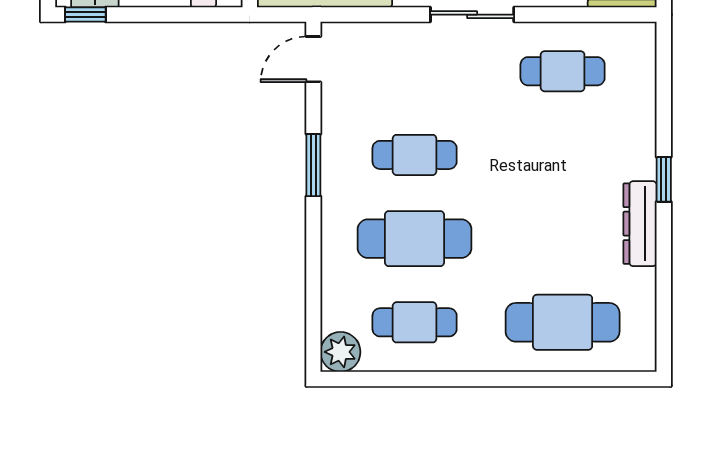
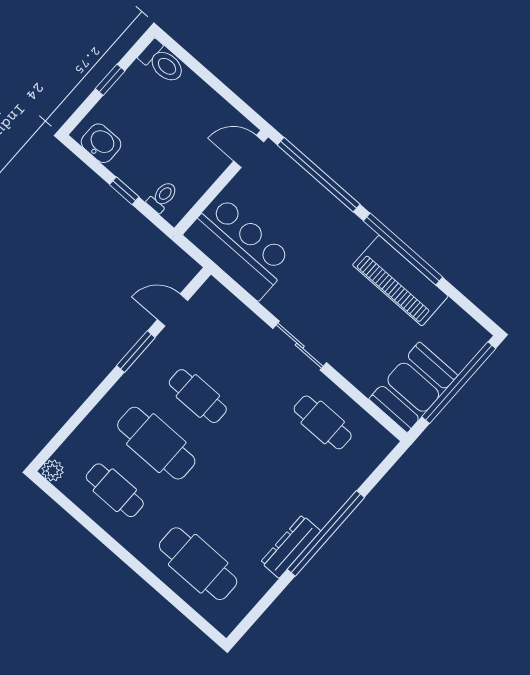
window: (85, 15) -> (124, 191), moved
door: (313, 59) -> (172, 310), moved
window: (664, 179) -> (326, 533), width x3.17
plant: (340, 352) -> (53, 471), width x0.73, depth x0.73

